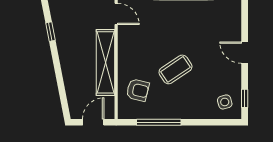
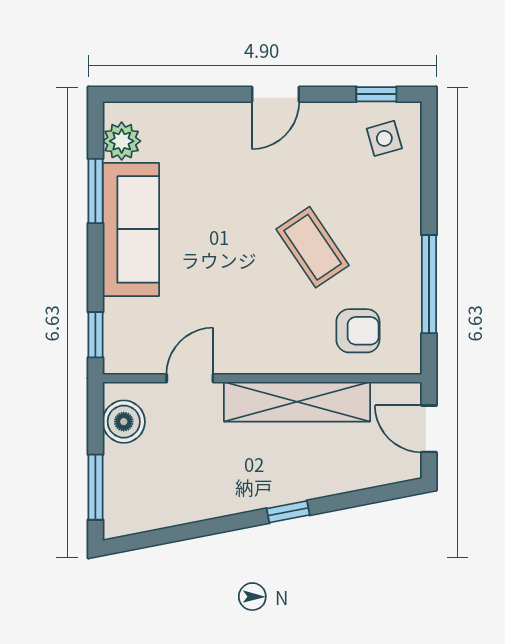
window: (50, 32) -> (288, 512), moved
armchair: (138, 90) -> (358, 331), turned 76

